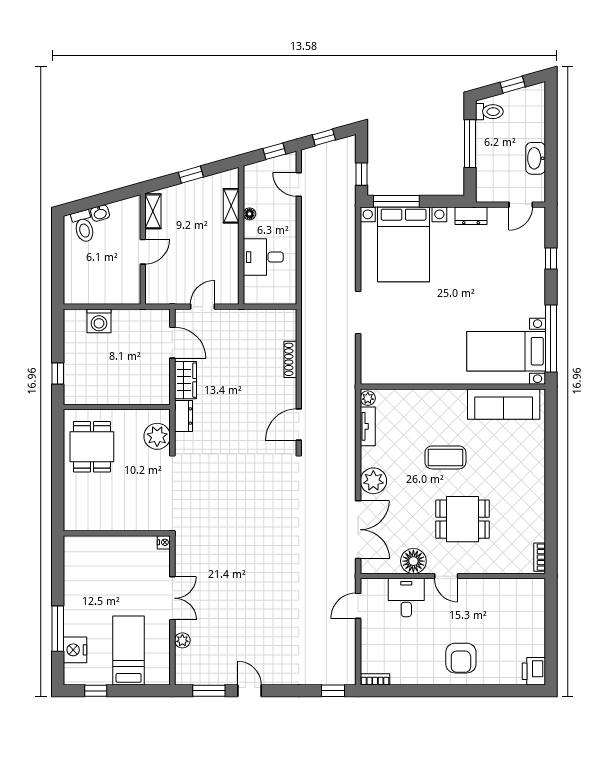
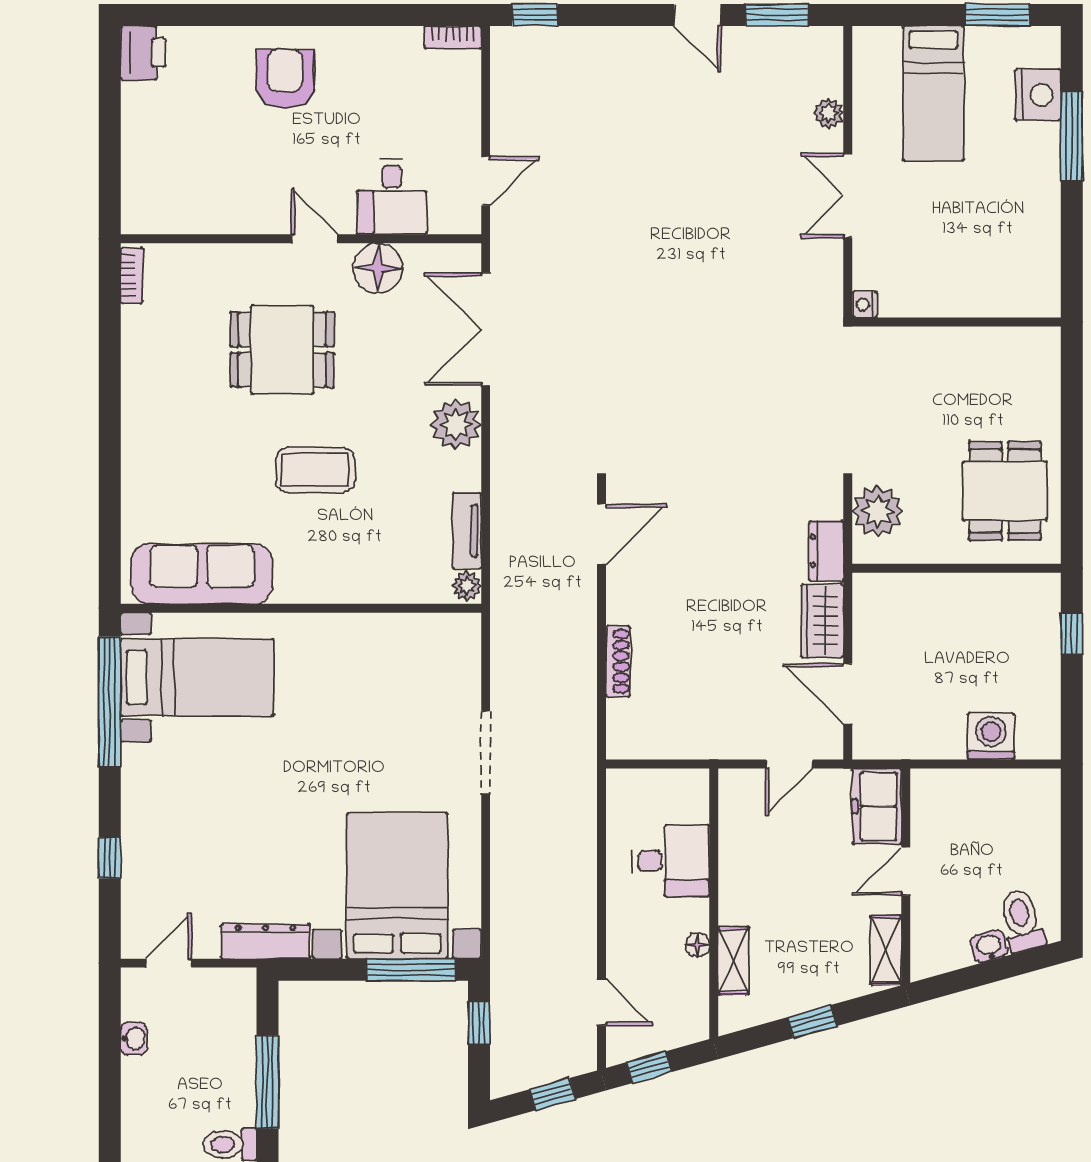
washbasin: (536, 158) -> (134, 1038), width x0.52, depth x0.69
dresser: (471, 216) -> (265, 941), width x1.44
freezer: (158, 285) -> (877, 806), added
window: (96, 691) -> (997, 15), width x1.50

